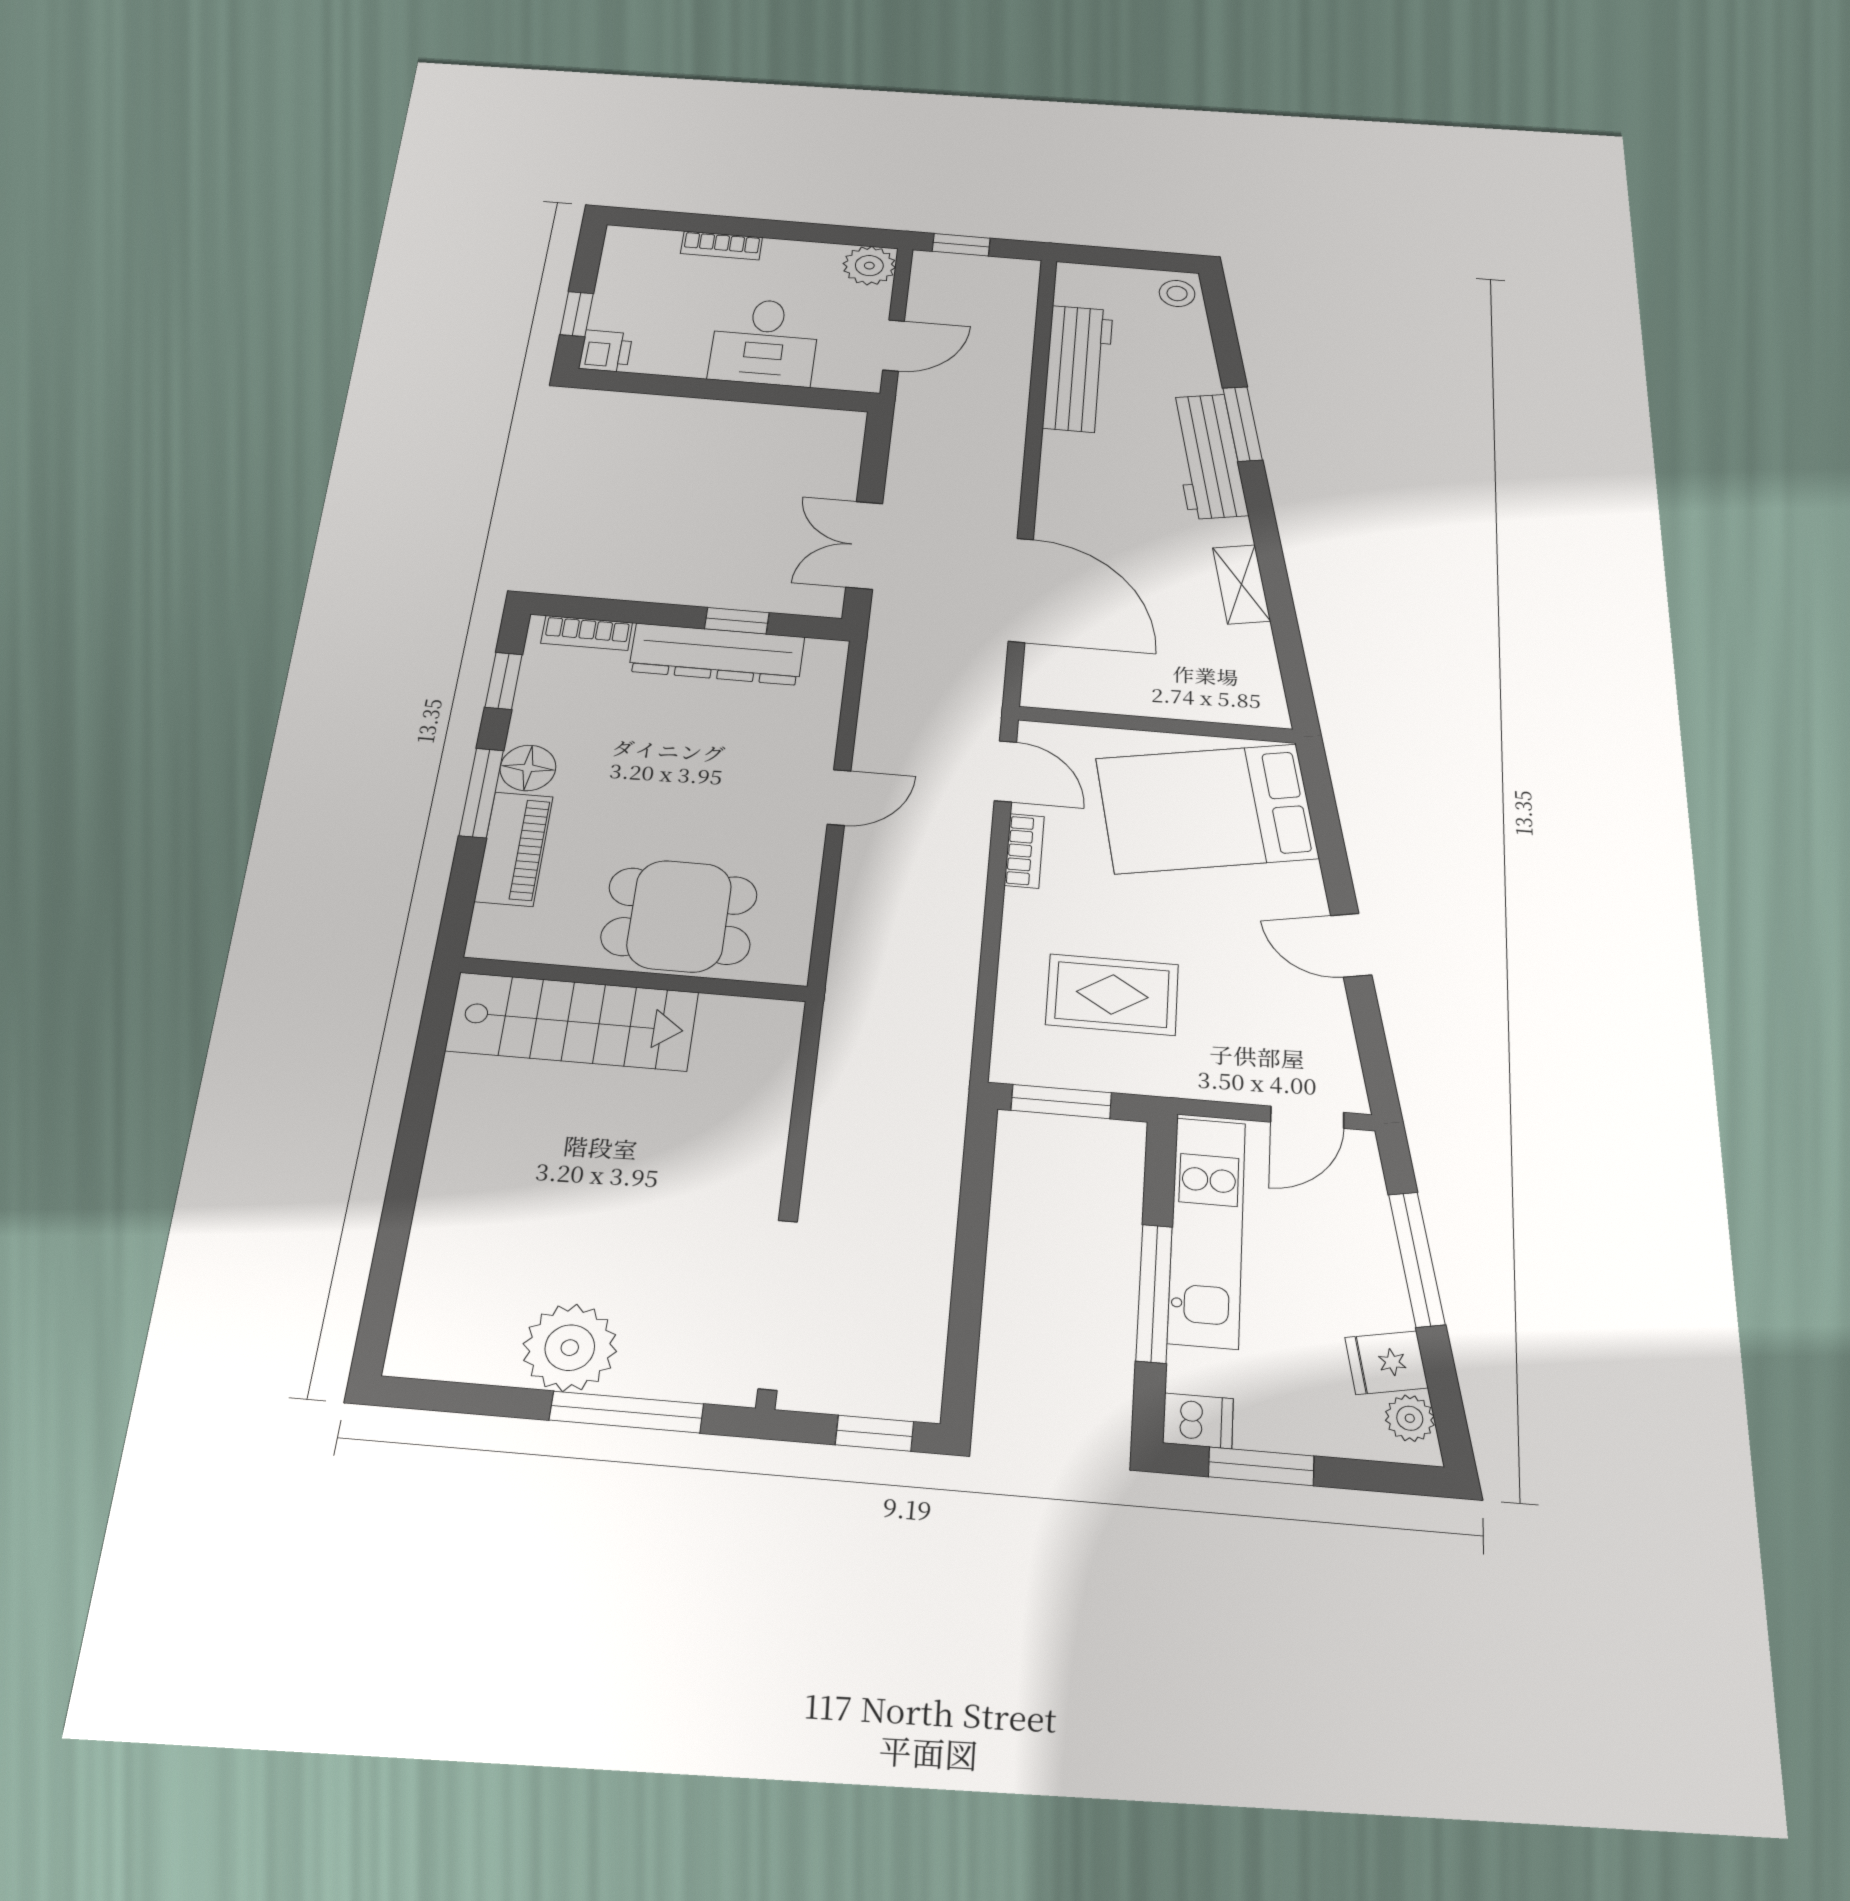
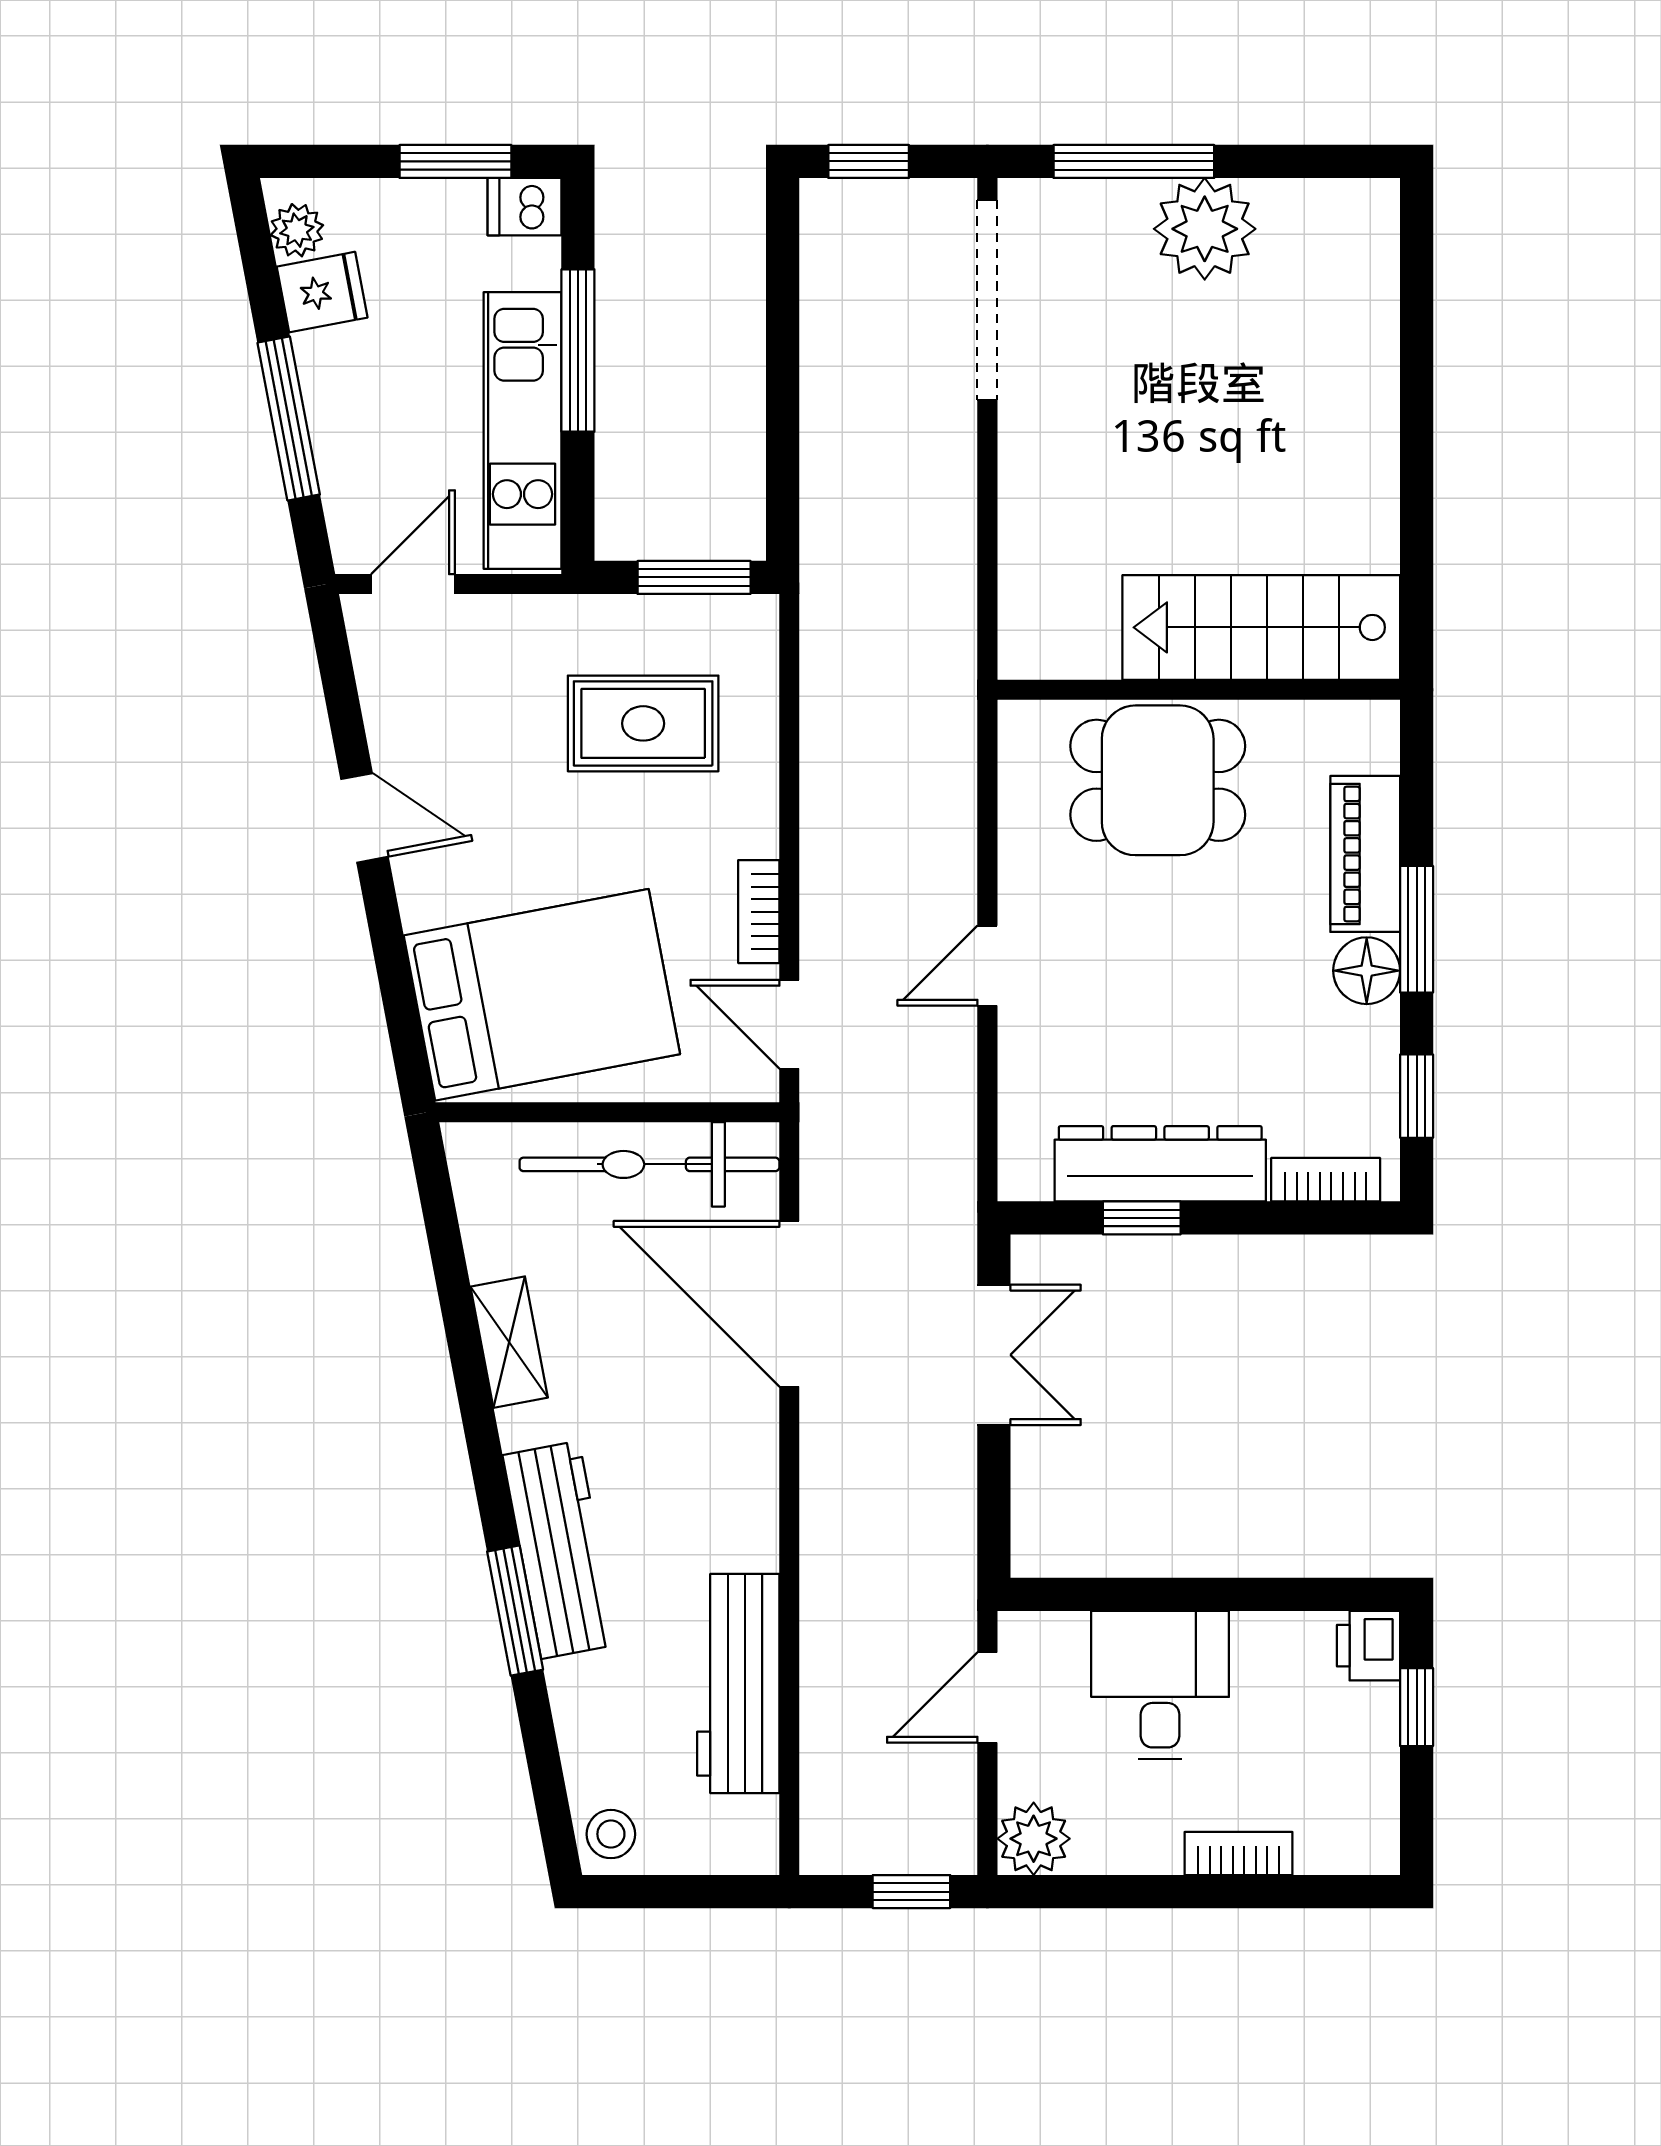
bicycle: (1125, 688) -> (649, 1164), added

